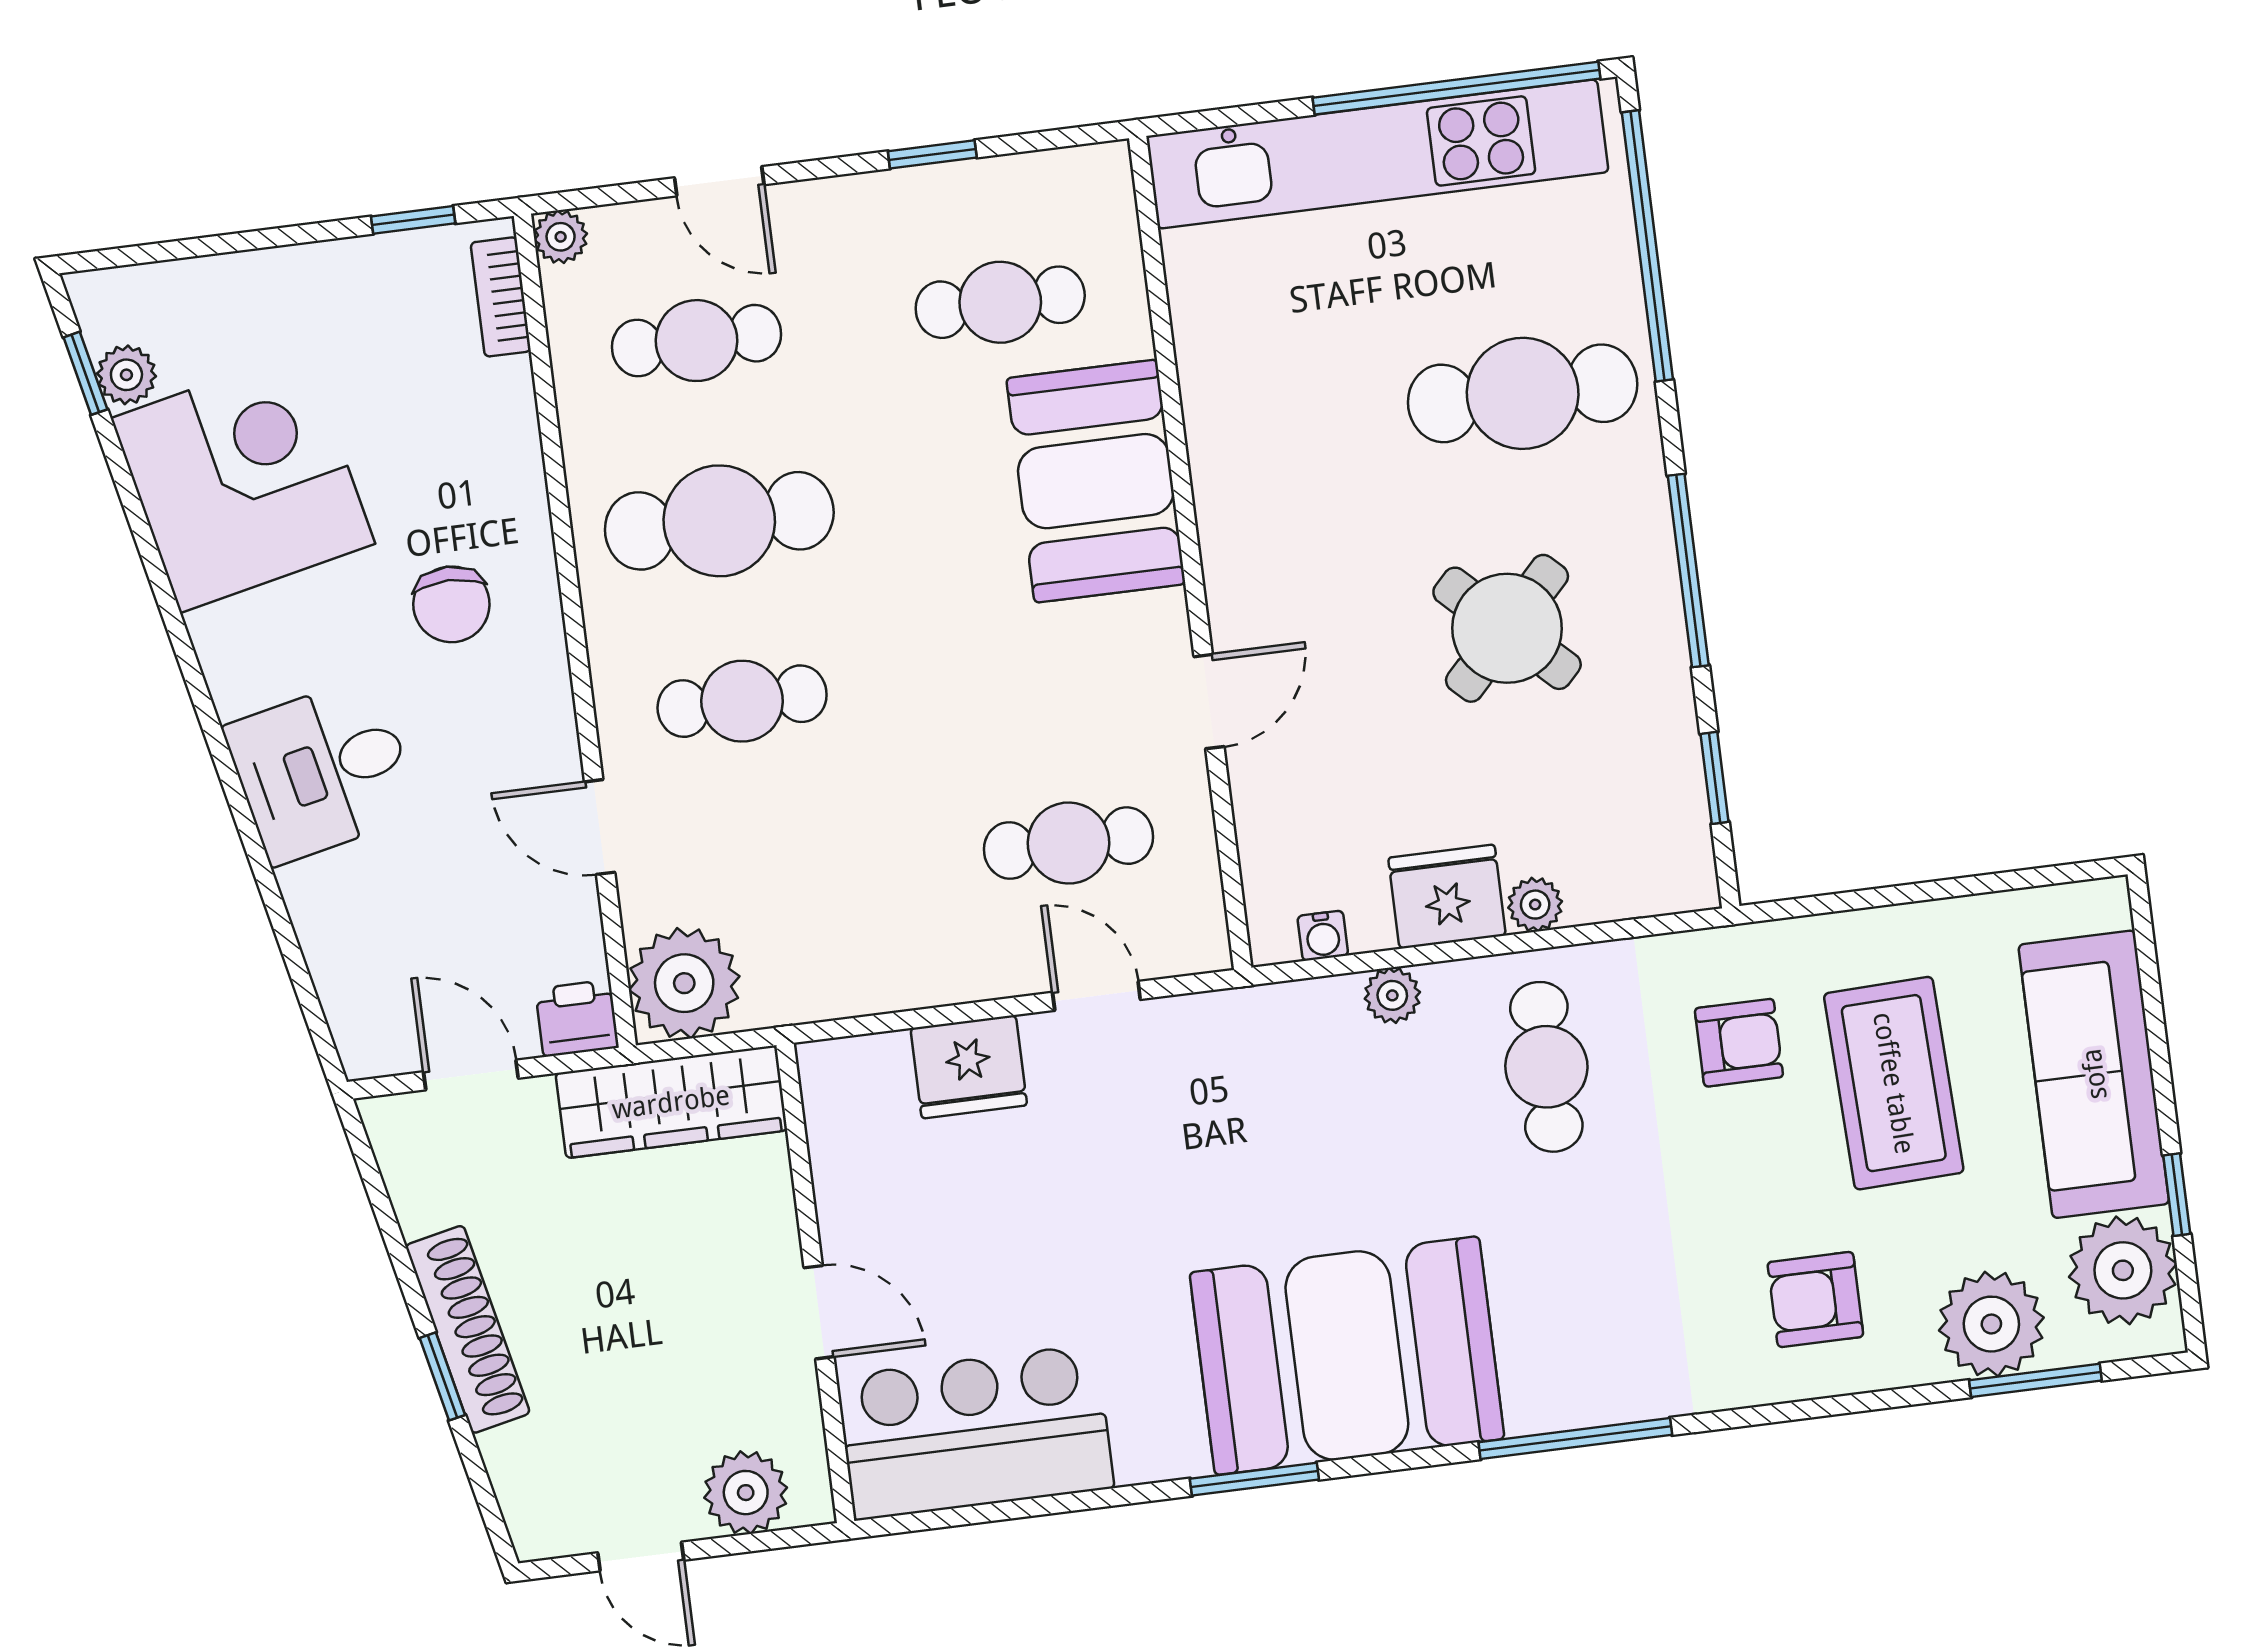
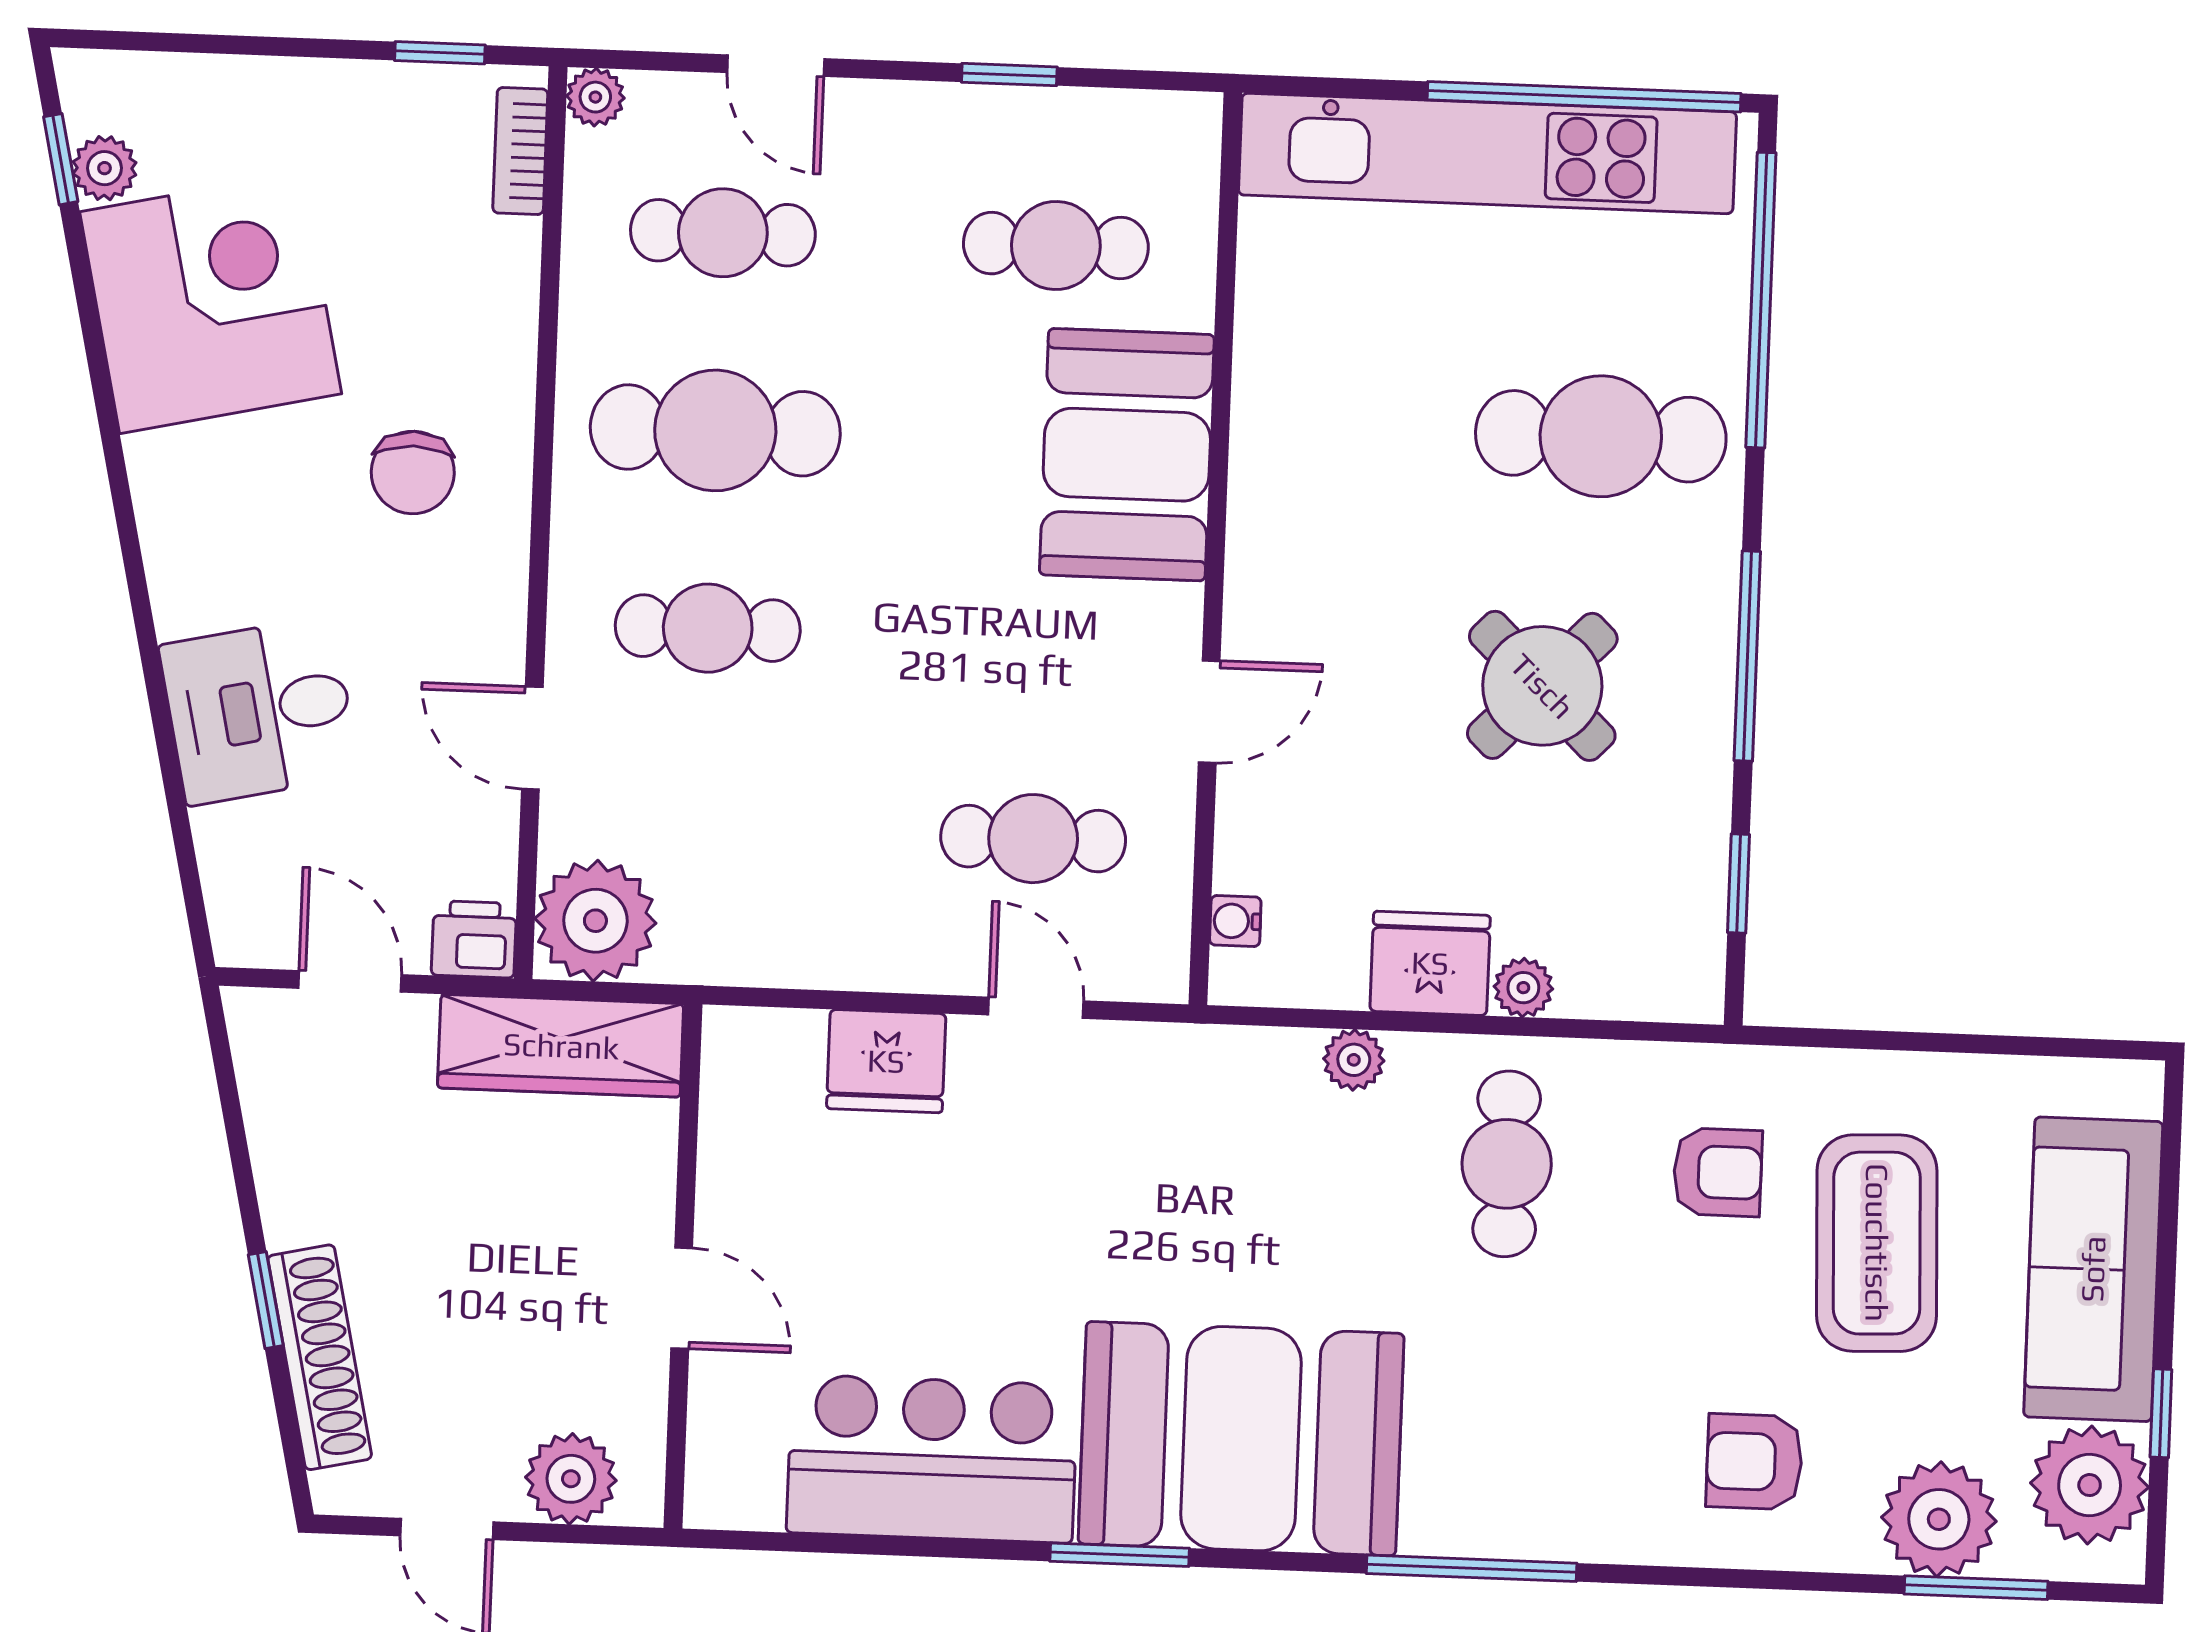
desk: (322, 770) -> (259, 711), moved
water cooler: (1323, 936) -> (1235, 921), moved, turned 90
shoe rack: (468, 1329) -> (320, 1357), moved
bar counter: (975, 1432) -> (932, 1459), moved

